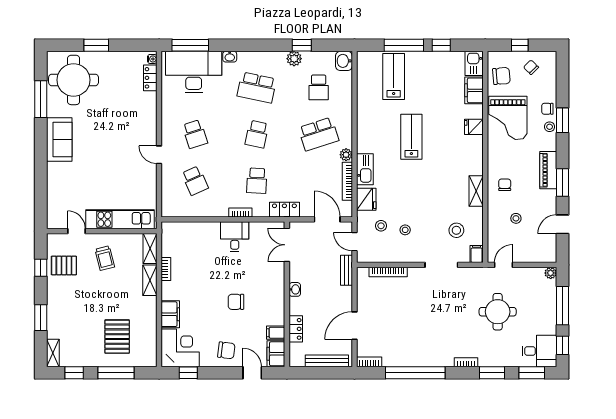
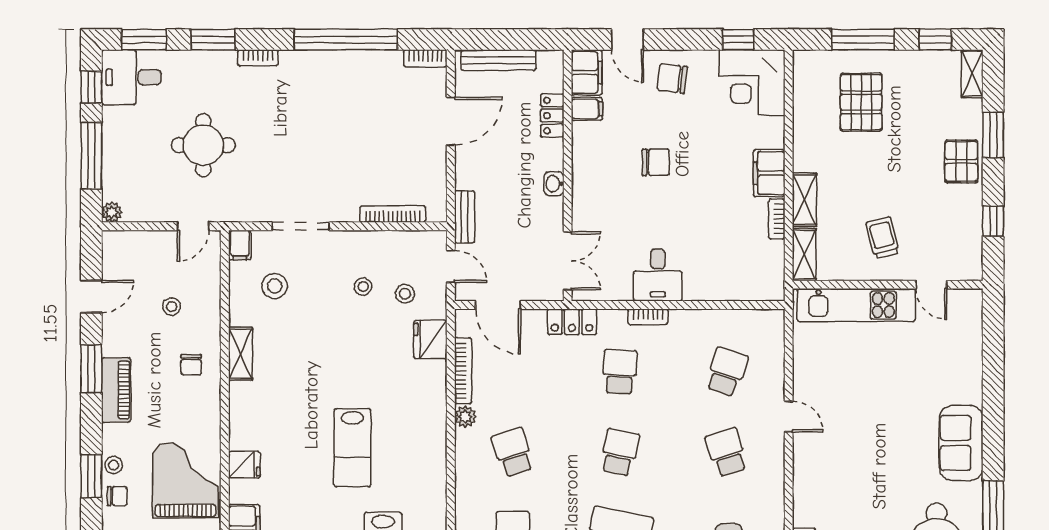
school desk: (319, 134) -> (513, 452), width x0.54
kitchen sink: (365, 169) -> (433, 392), removed
school desk: (195, 181) -> (727, 372), turned 42
pallet: (64, 265) -> (961, 161), moved, turned 90
filing cabinet: (170, 314) -> (769, 173), moved

